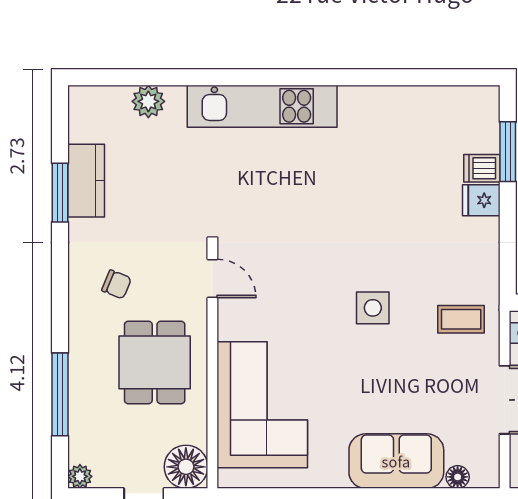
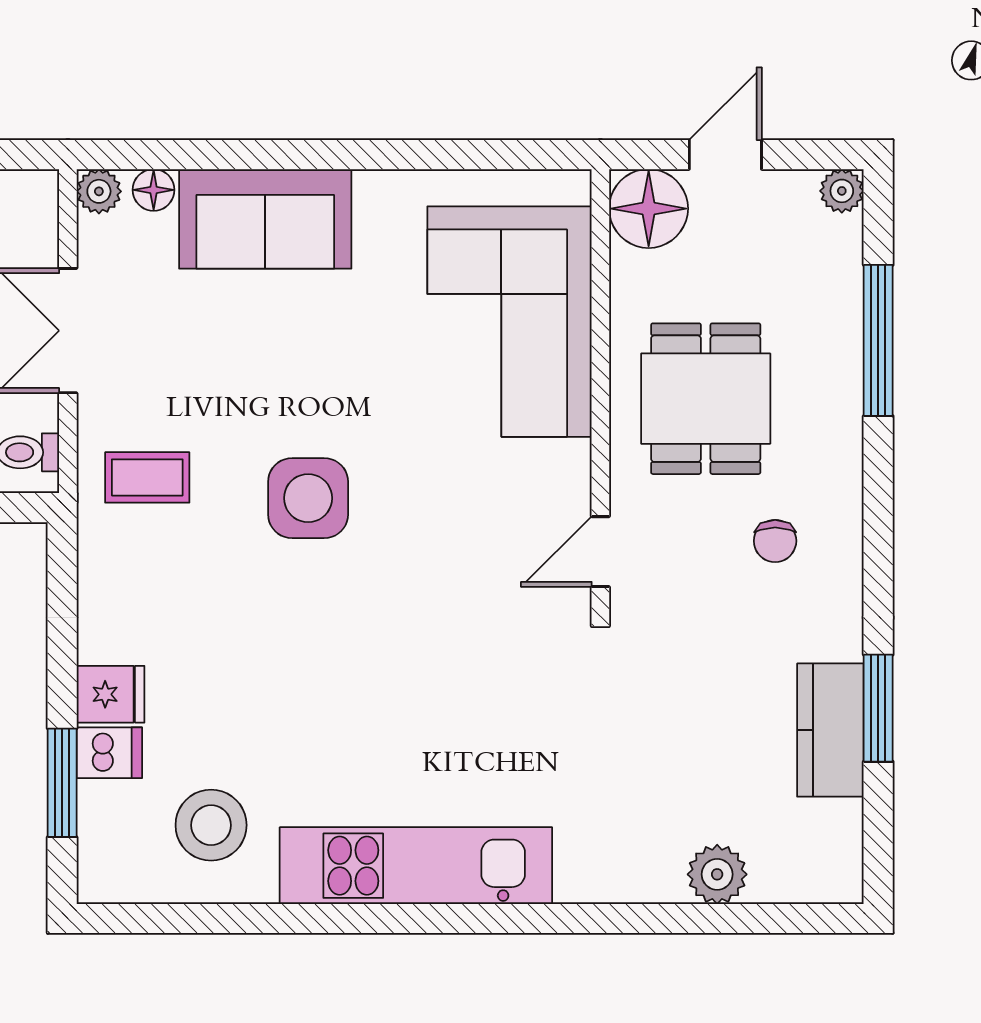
kitchen unit: (262, 106) -> (416, 866), moved
stool: (426, 128) -> (211, 825), added
door: (212, 278) -> (600, 552), hinge flipped
chair: (117, 284) -> (775, 541), turned -112
side table: (373, 308) -> (308, 498), width x1.37, depth x1.37
plant: (488, 476) -> (99, 191), added

